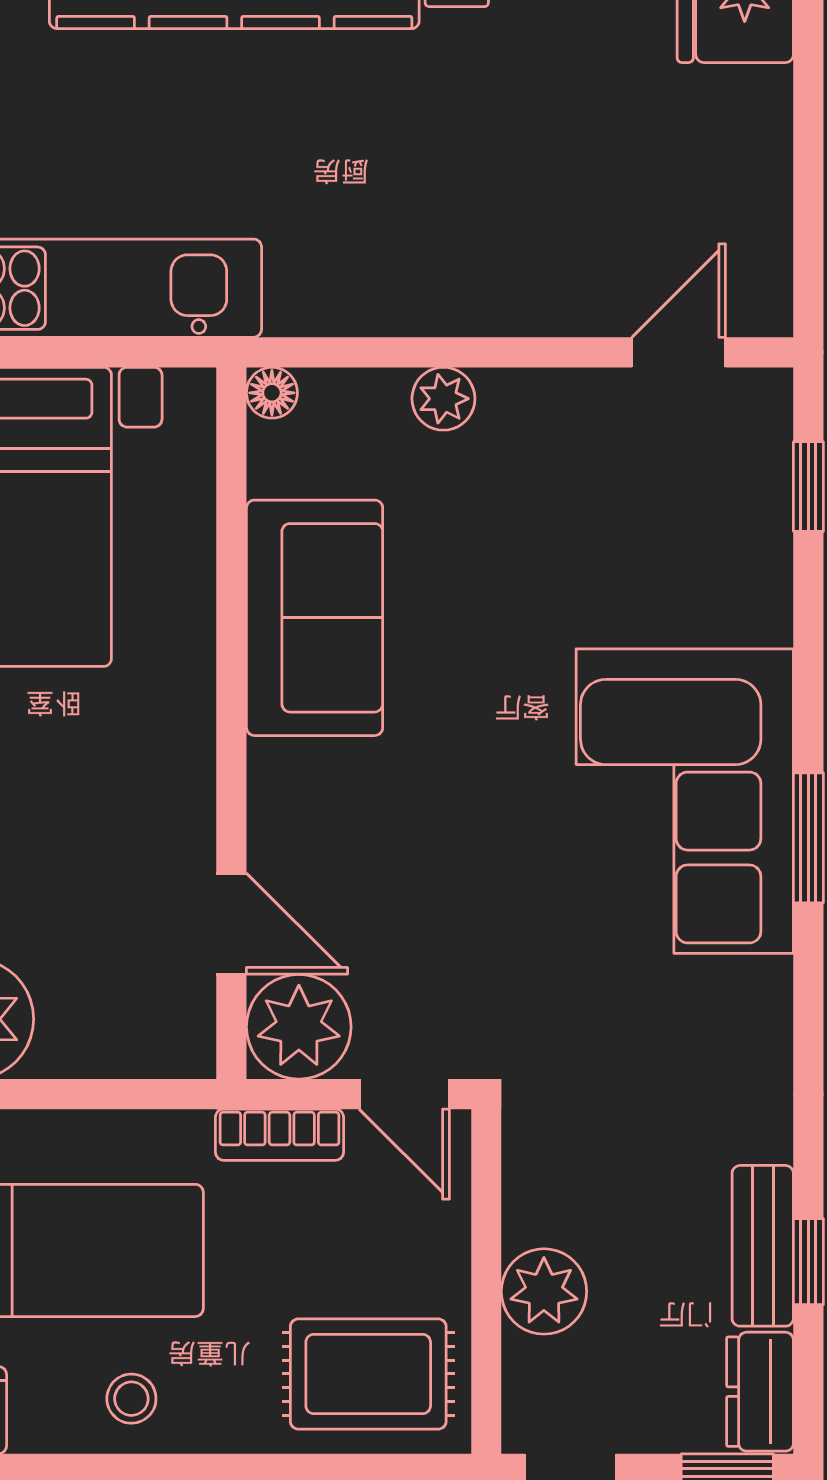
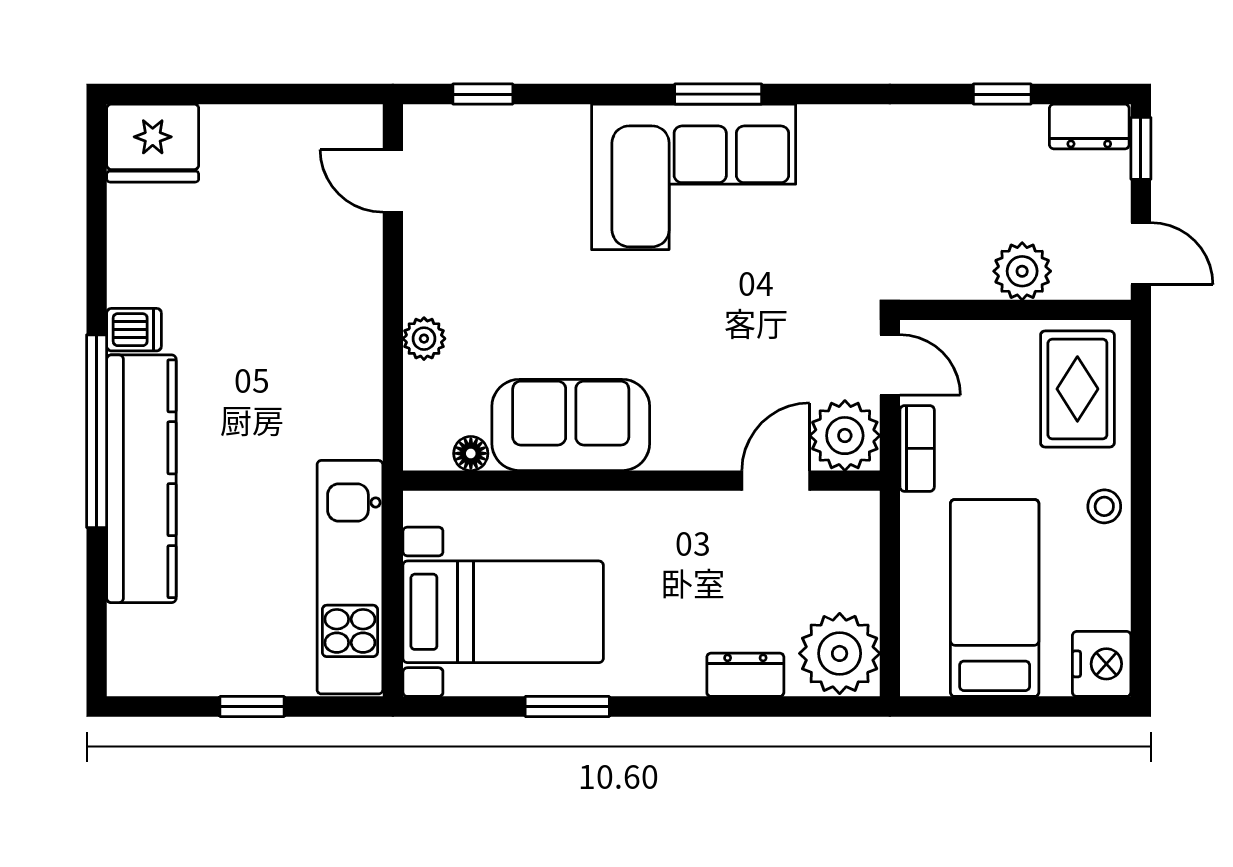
floor lamp: (272, 393) -> (471, 453), moved
door: (404, 1094) -> (890, 365), hinge flipped
bench: (763, 1246) -> (992, 125), removed
stool: (131, 1399) -> (1104, 506), moved

